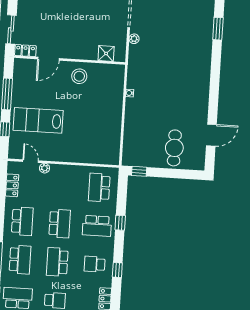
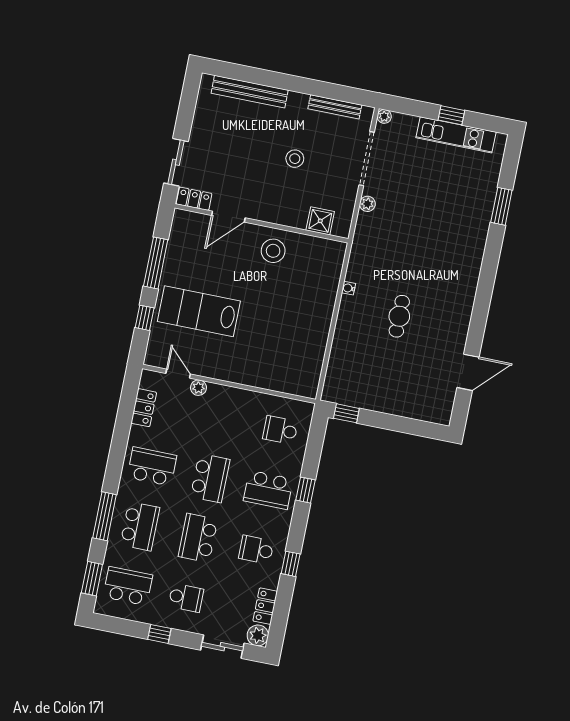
stool: (85, 17) -> (295, 159), added
cafe table: (174, 148) -> (399, 316), moved, width x0.73, depth x0.74
school desk: (99, 187) -> (280, 430), width x0.54
school desk: (22, 221) -> (152, 466), turned -90

